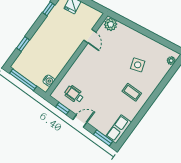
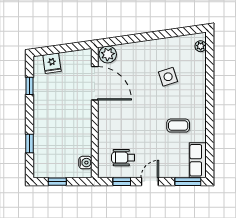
door: (90, 36) -> (95, 83), width x1.88
window: (23, 80) -> (57, 182), width x0.46
coffee table: (132, 92) -> (178, 126), moved

